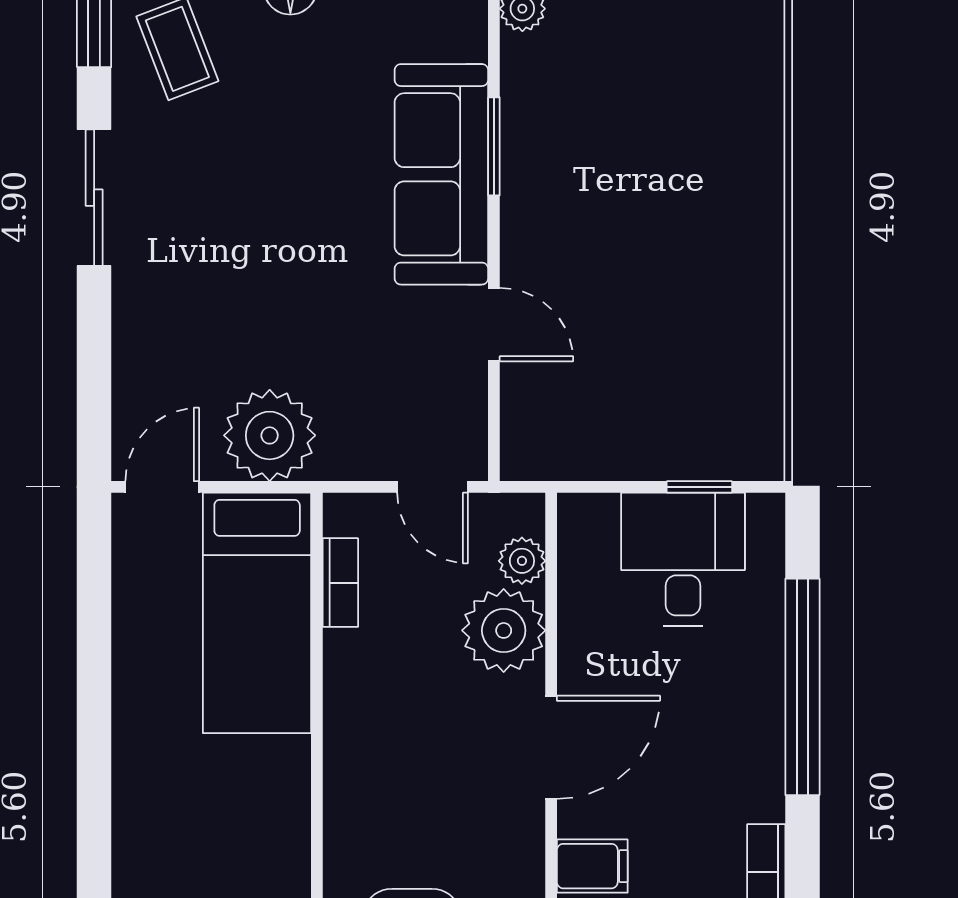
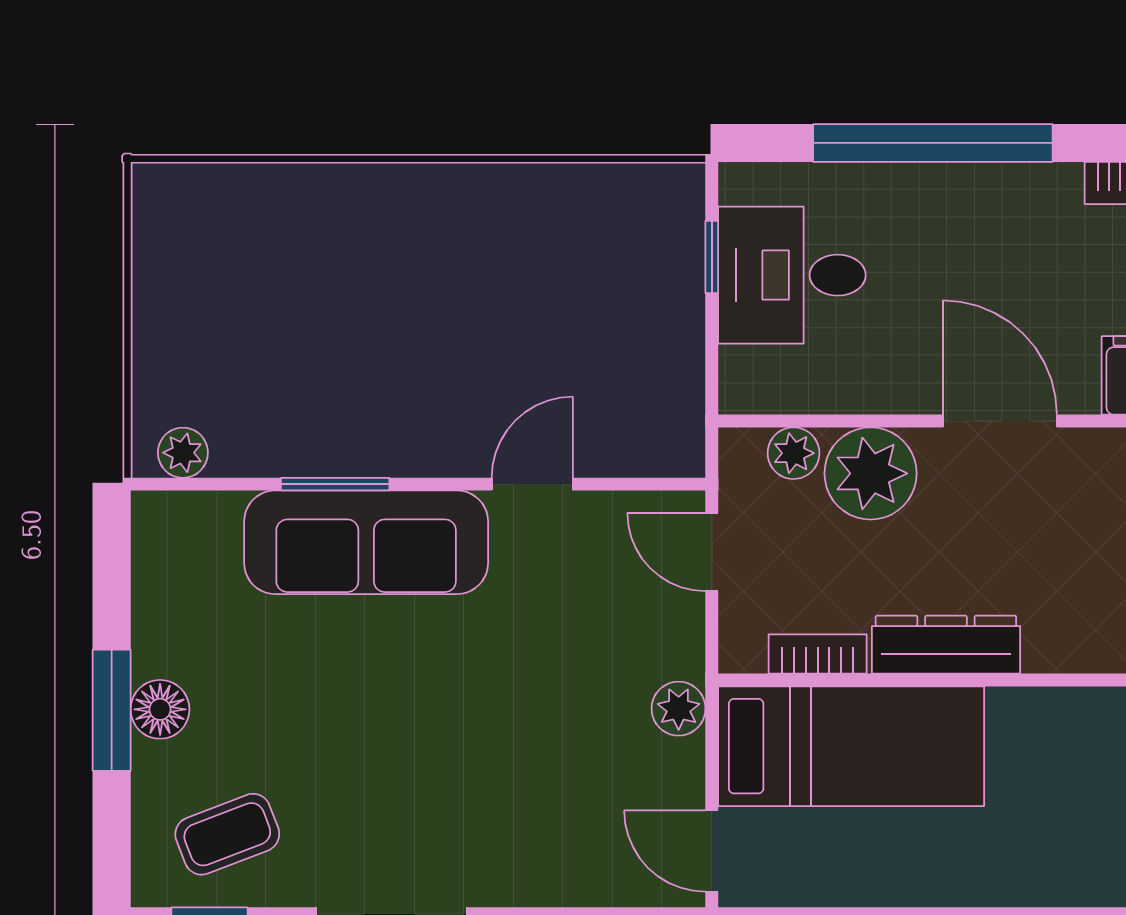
plant: (270, 435) -> (679, 709), width x0.53, depth x0.53
door: (433, 487) -> (712, 552), swing flipped
dresser: (349, 699) -> (946, 645), added

